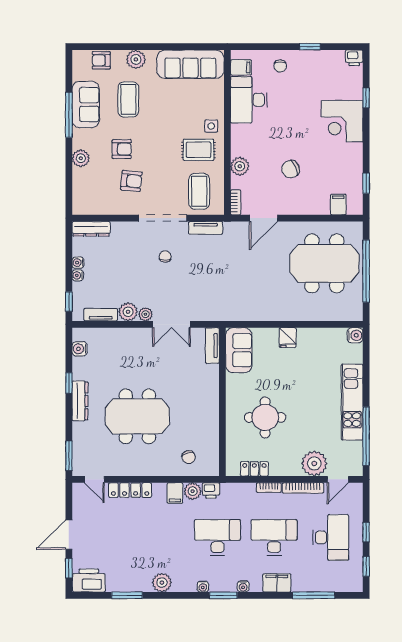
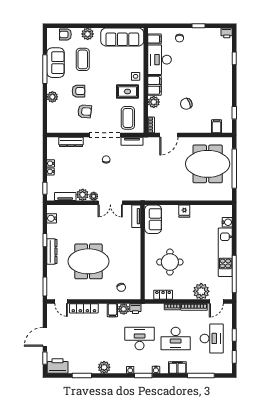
corner desk: (342, 121) -> (219, 73), removed
filing cabinet: (241, 140) -> (155, 85), added
dresser: (91, 229) -> (71, 142), moved
water cooler: (355, 335) -> (227, 222), moved
desk: (274, 537) -> (176, 338), turned 180

